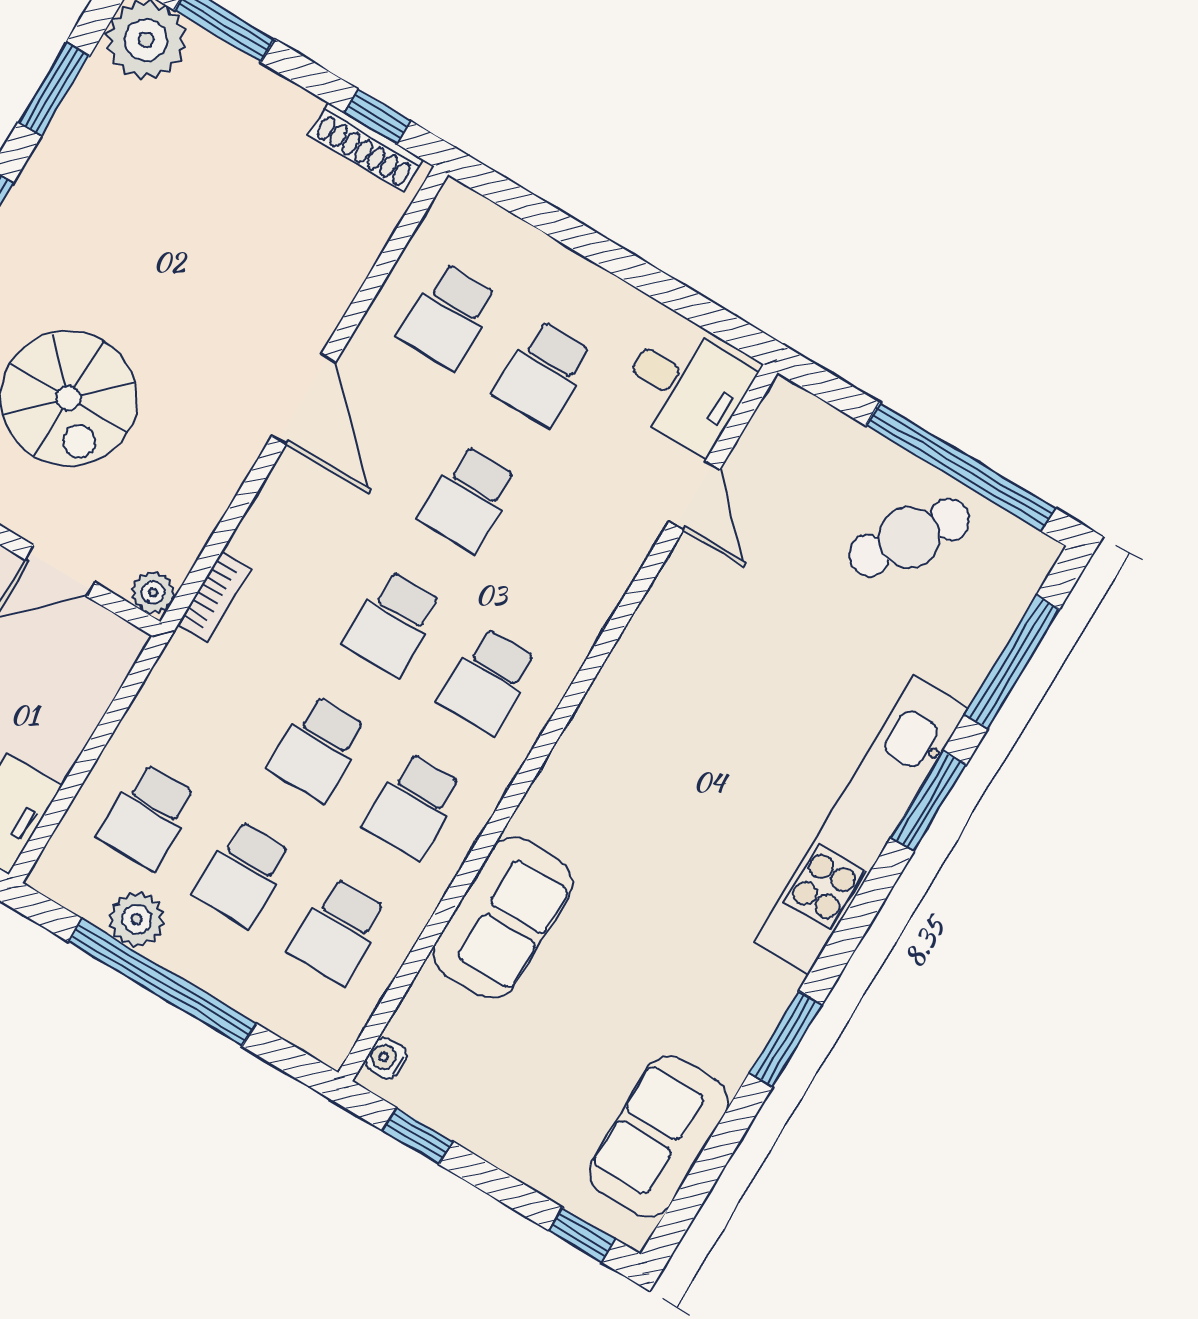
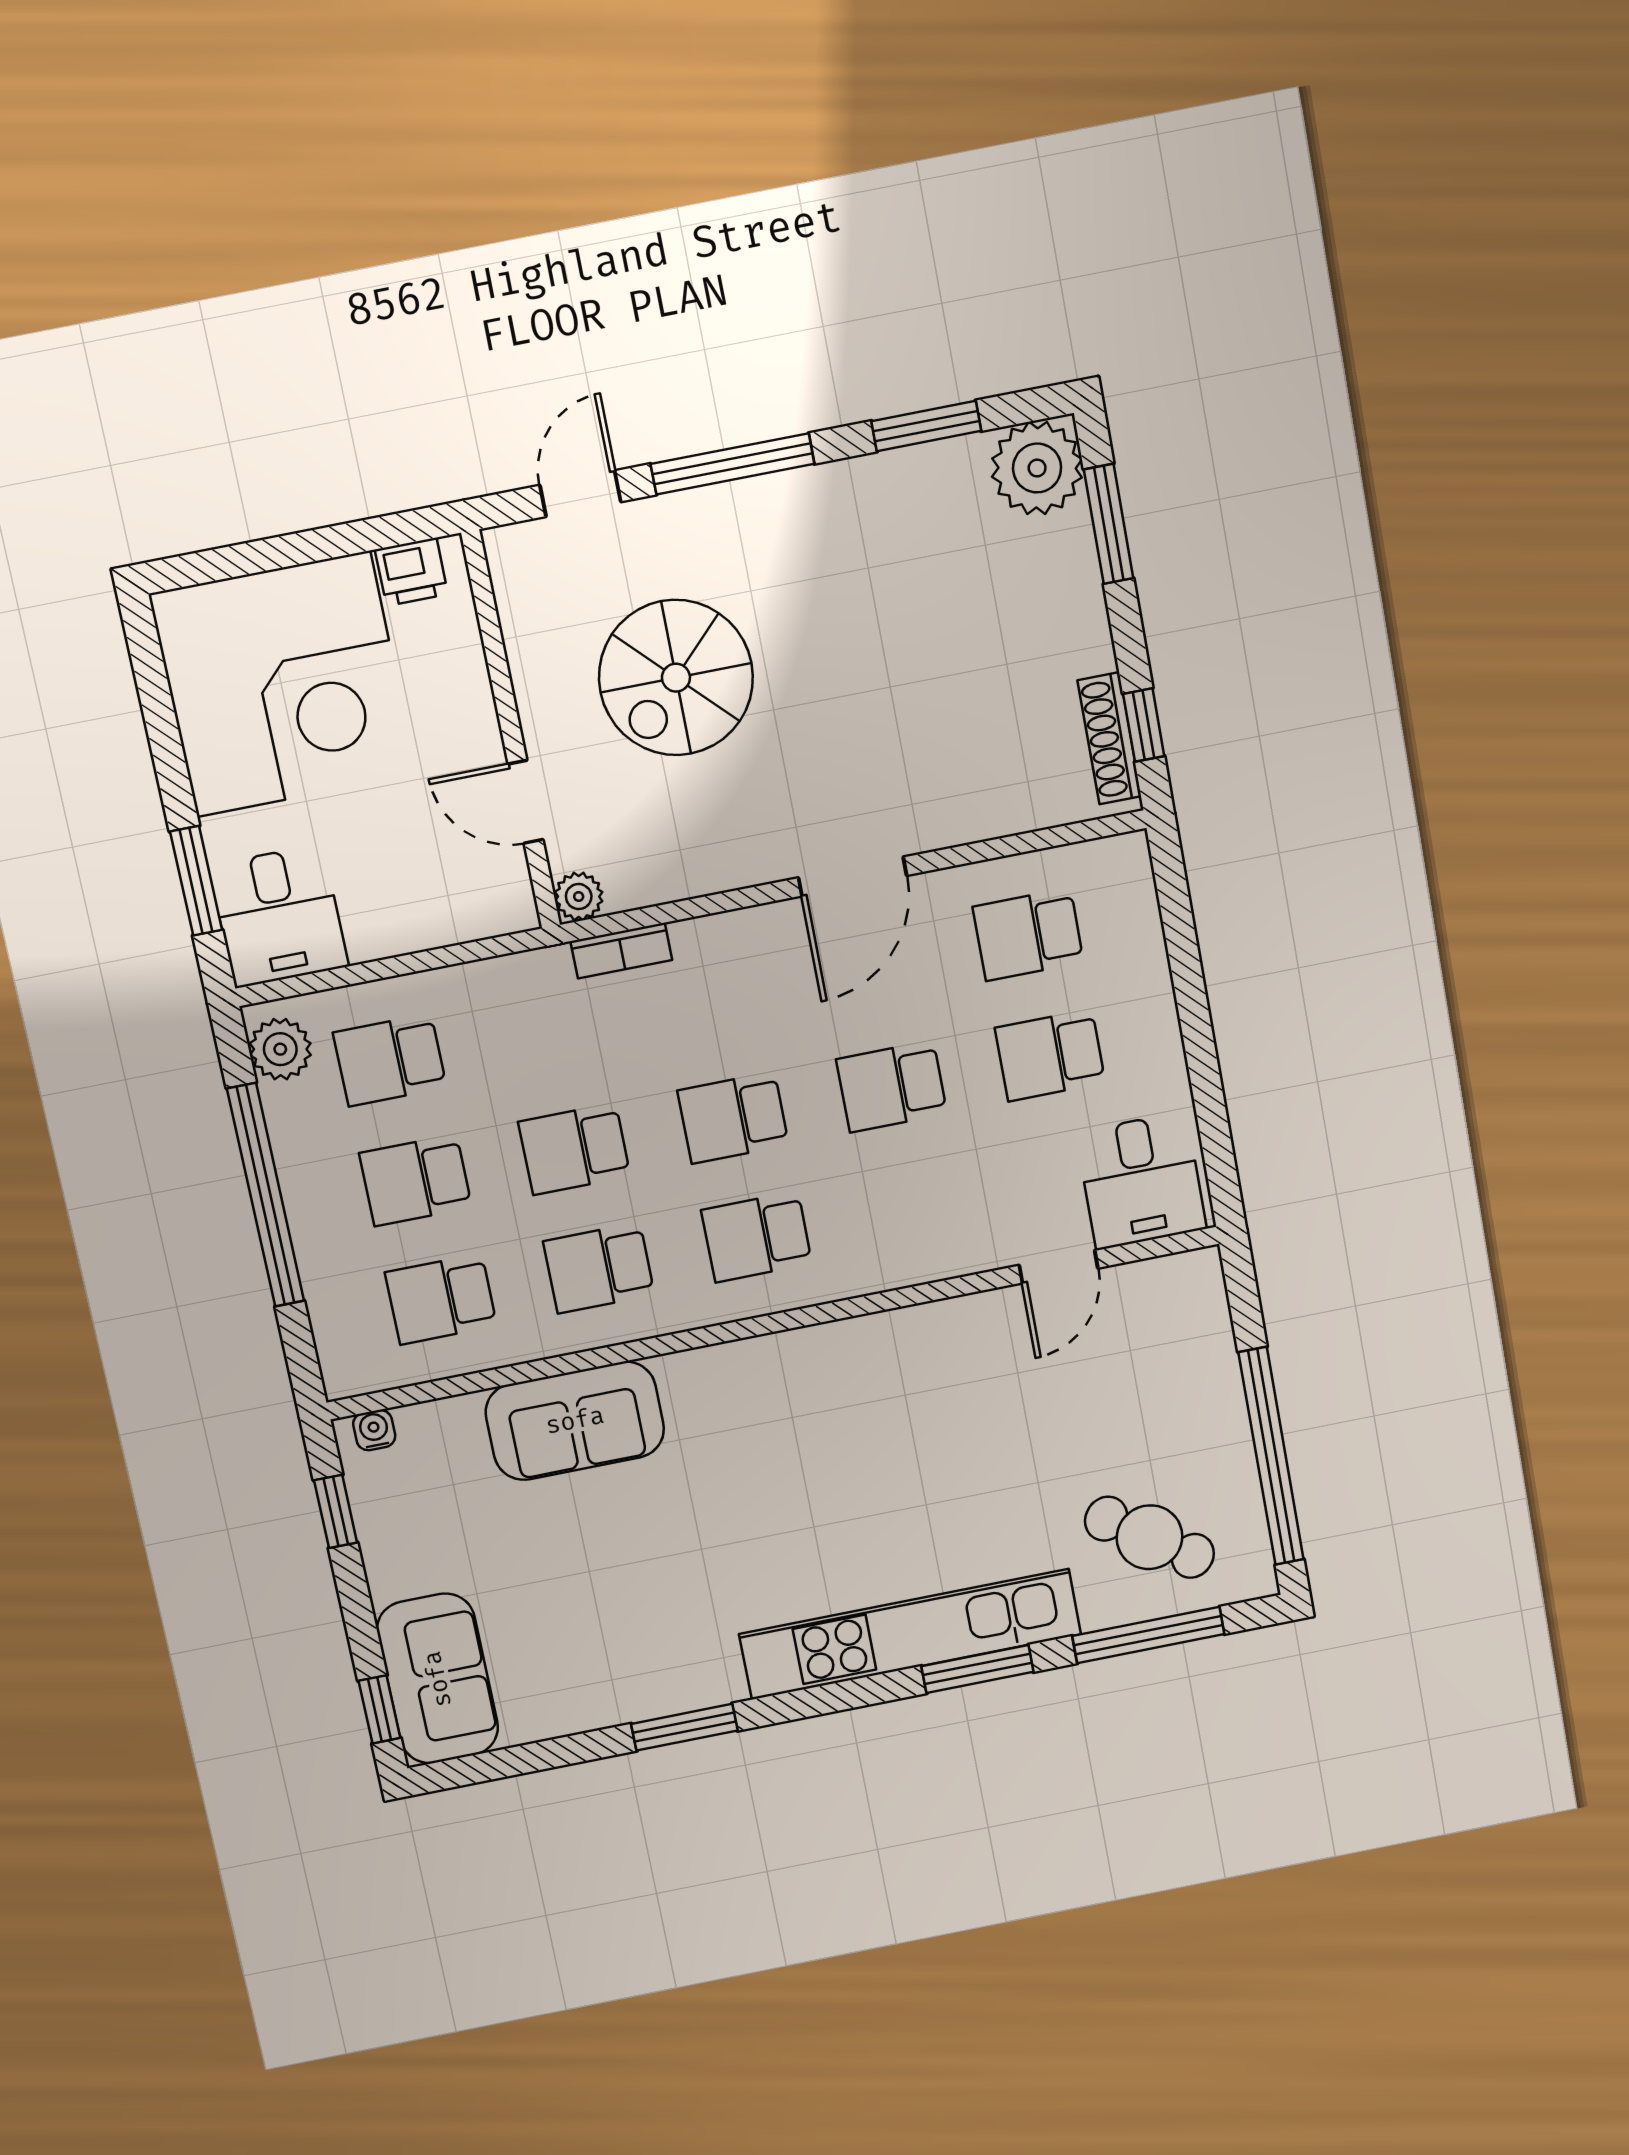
cafe table: (909, 537) -> (1150, 1537), moved
plant: (137, 919) -> (280, 1049), moved
sofa: (659, 1136) -> (438, 1679), moved, turned 90

